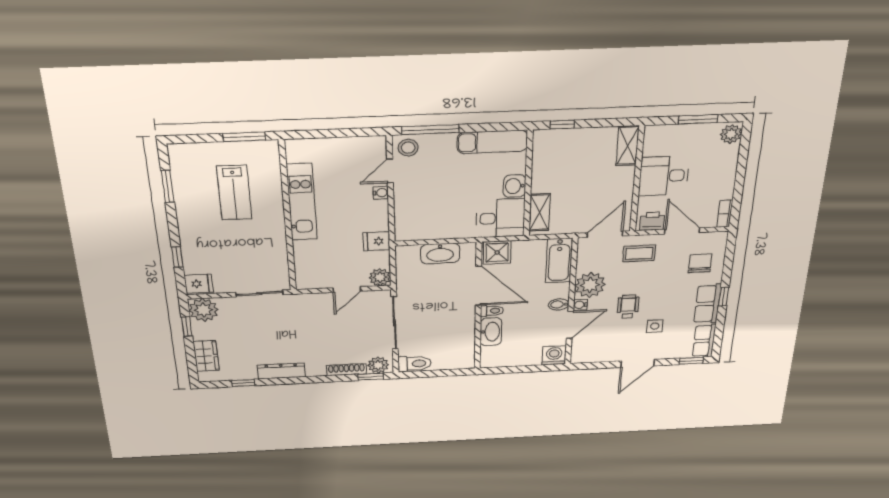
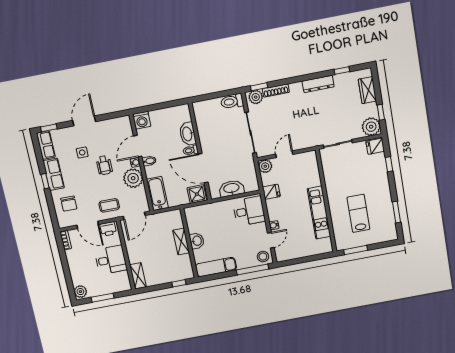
shelving: (540, 212) -> (181, 241), moved
desk: (501, 218) -> (249, 211), moved, turned 180

